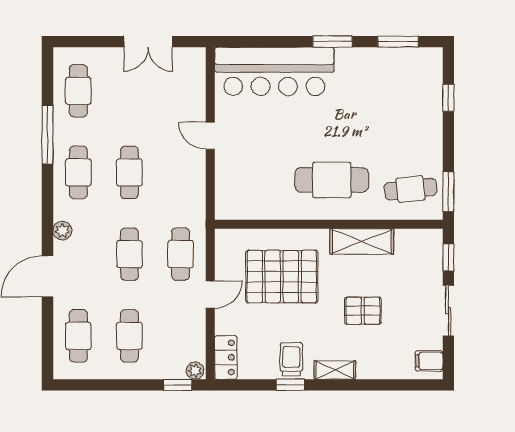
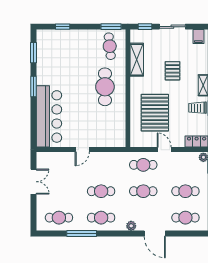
shelving: (362, 241) -> (137, 60), moved

